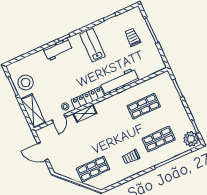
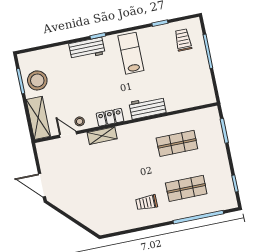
trolley: (133, 37) -> (183, 40), moved
workbench: (119, 82) -> (148, 107), width x0.73
locker: (88, 98) -> (110, 117), width x0.66
door: (59, 119) -> (68, 135), swing flipped
plant: (191, 139) -> (226, 197), removed
door: (43, 151) -> (42, 185), moved
shop shelf: (93, 169) -> (96, 207), removed

